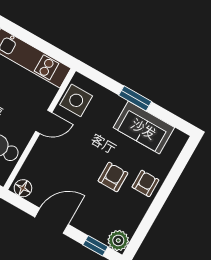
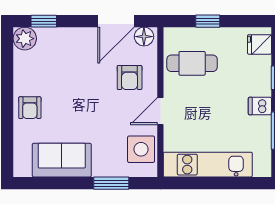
window: (135, 98) -> (111, 183), moved
armchair: (113, 177) -> (130, 77), moved
door: (52, 221) -> (116, 21), moved

